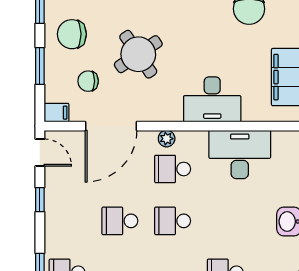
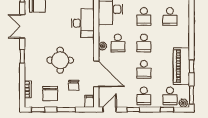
round table: (138, 54) -> (60, 60), turned 34
school desk: (67, 221) -> (144, 96), added
school desk: (225, 221) -> (144, 16), added

